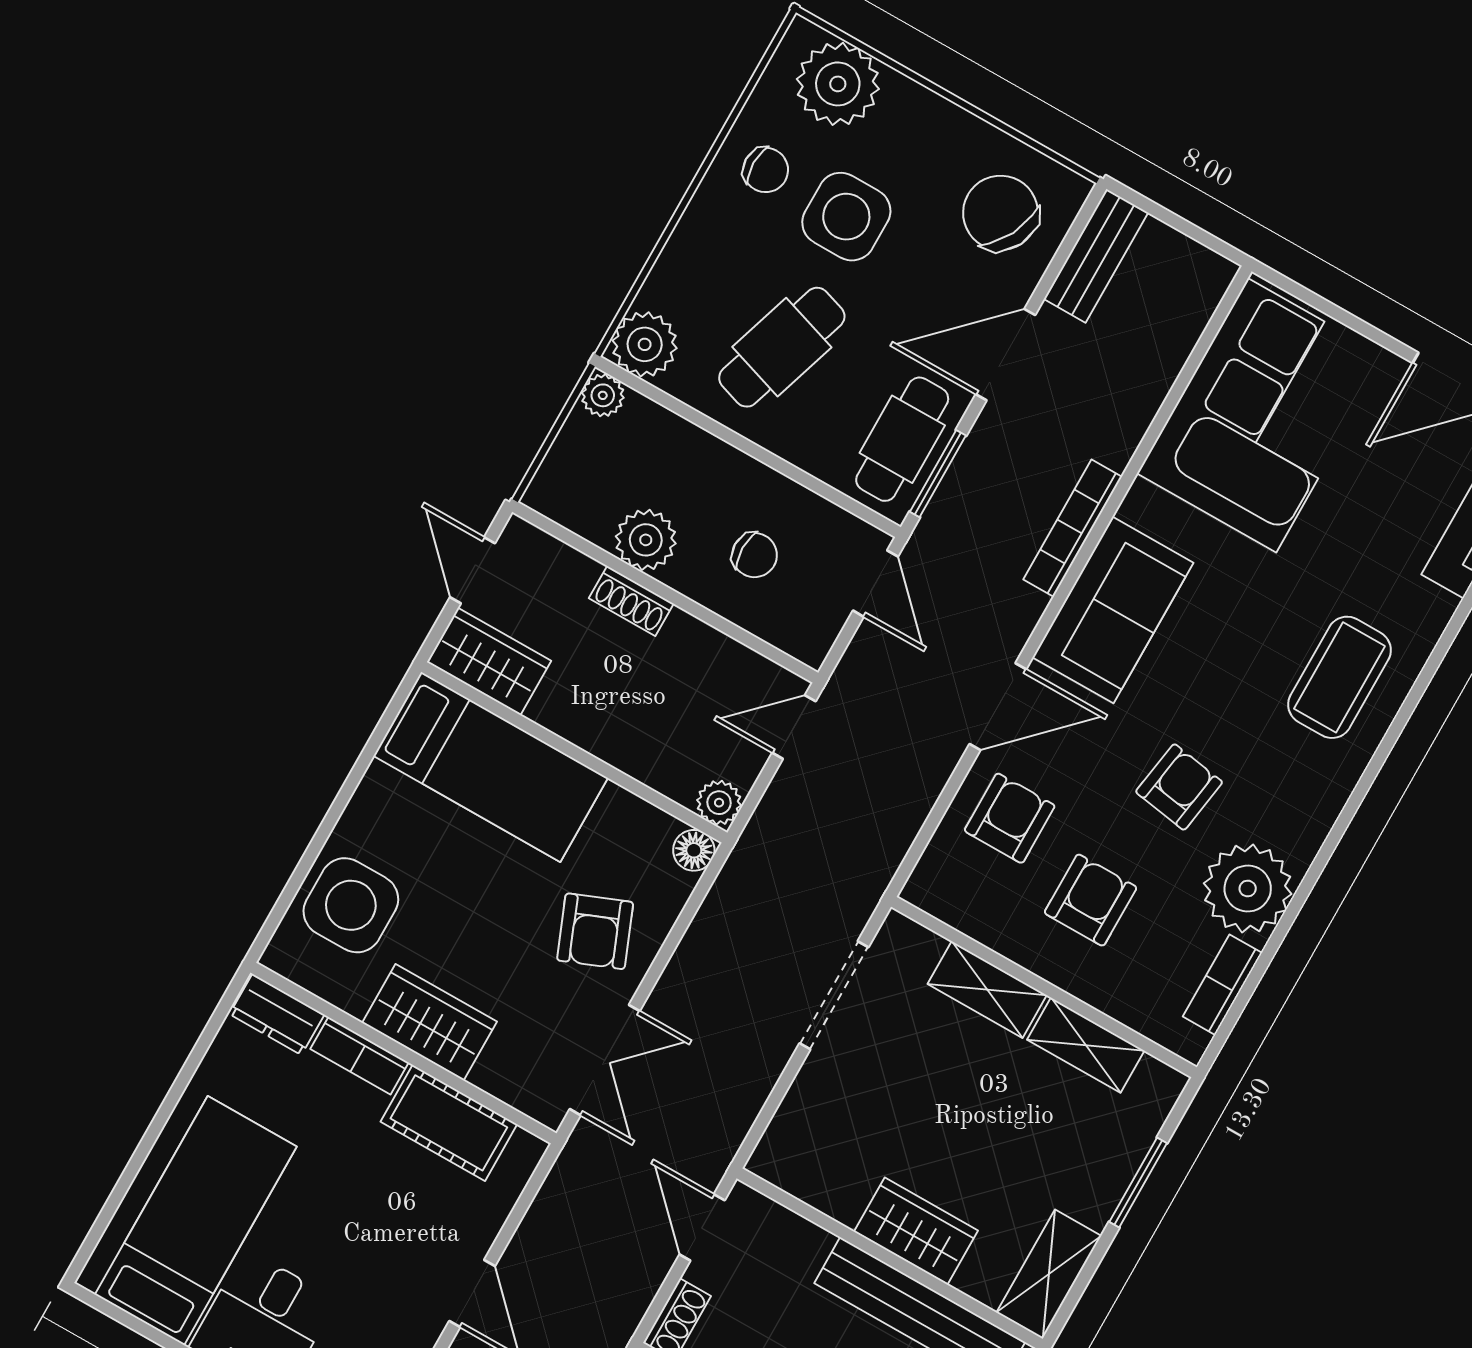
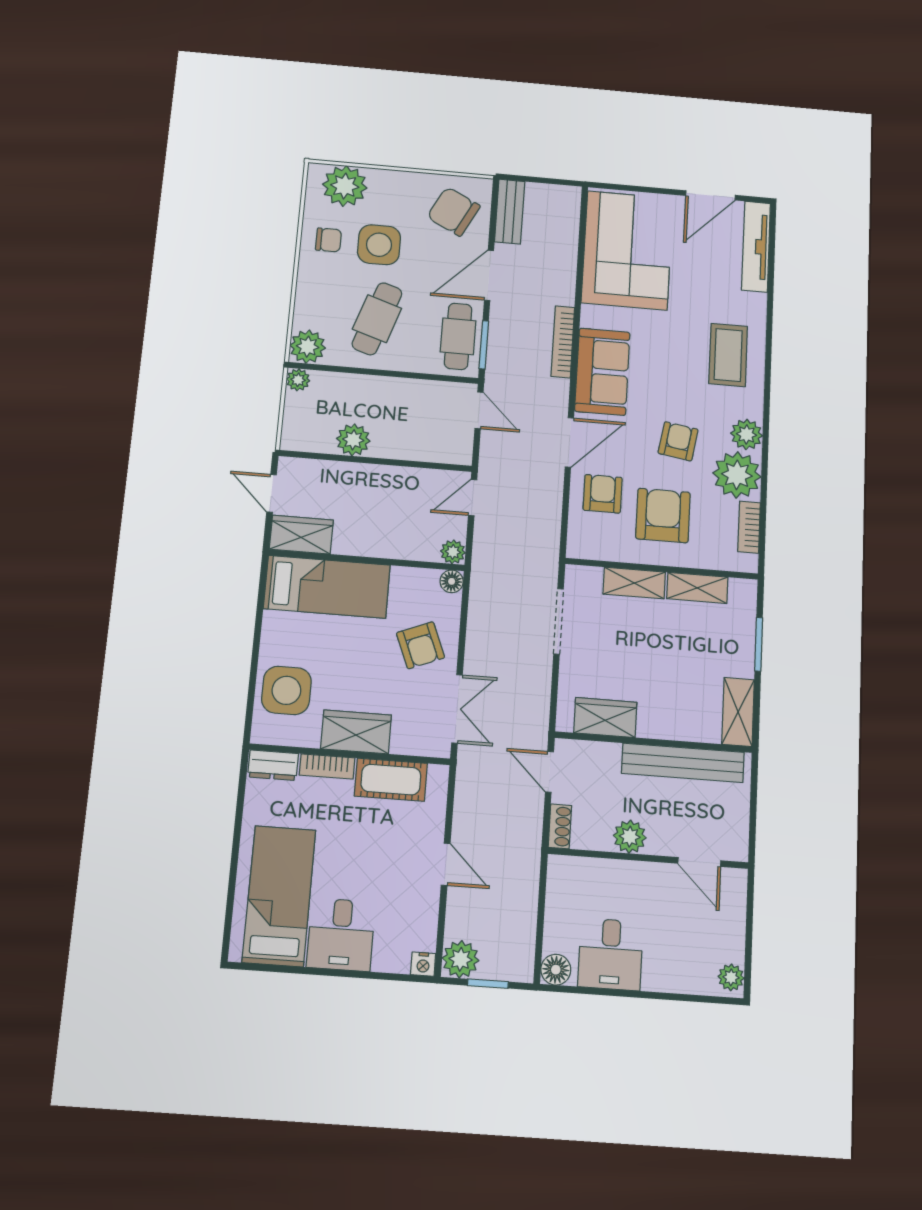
chair: (755, 555) -> (412, 423), removed
shoe rack: (631, 601) -> (360, 473), removed
plant: (1299, 828) -> (747, 434), added
armchair: (1091, 900) -> (663, 515), width x1.38, depth x1.38
wardrobe: (916, 1231) -> (605, 718), moved

